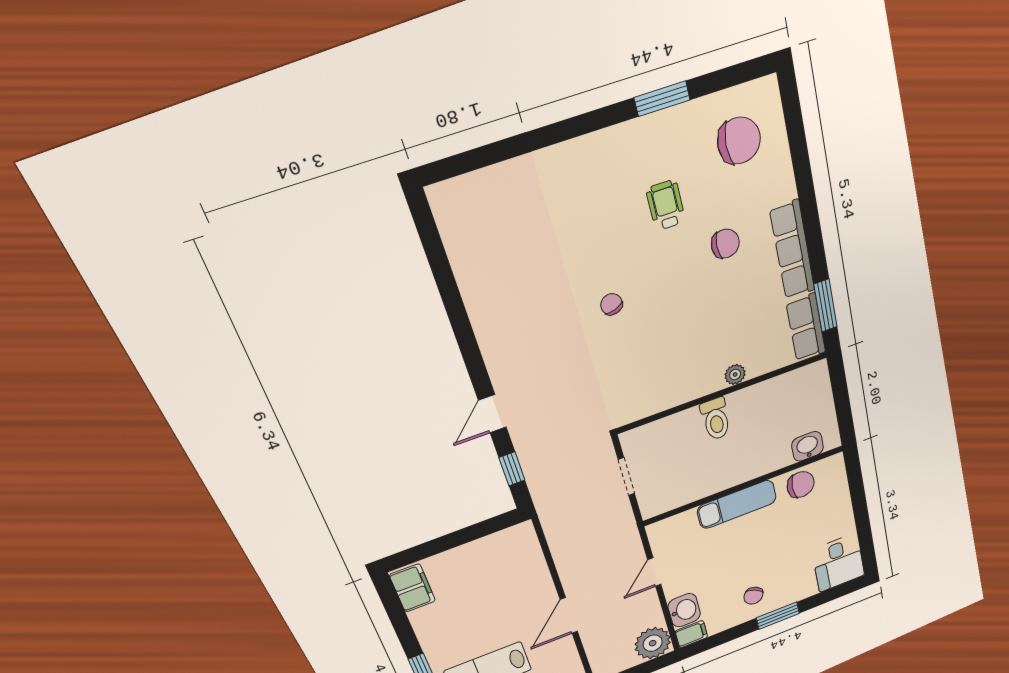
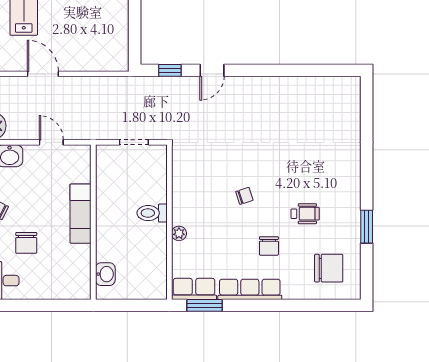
chair: (739, 141) -> (329, 268), turned -91
chair: (611, 304) -> (244, 196), moved
door: (492, 414) -> (212, 70), swing flipped
chair: (801, 485) -> (26, 243), moved

